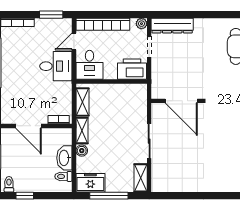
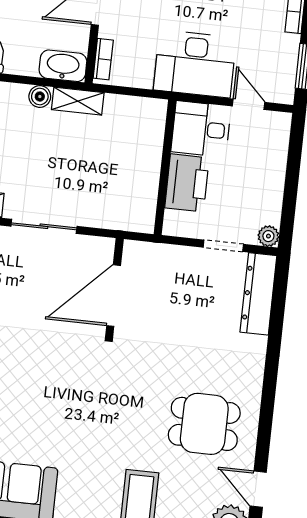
bookcase: (103, 24) -> (275, 163), removed
desk: (56, 66) -> (195, 64), width x1.37
printer: (132, 69) -> (187, 183), moved
shelving: (82, 102) -> (132, 108), removed
washbasin: (64, 158) -> (63, 66), moved

